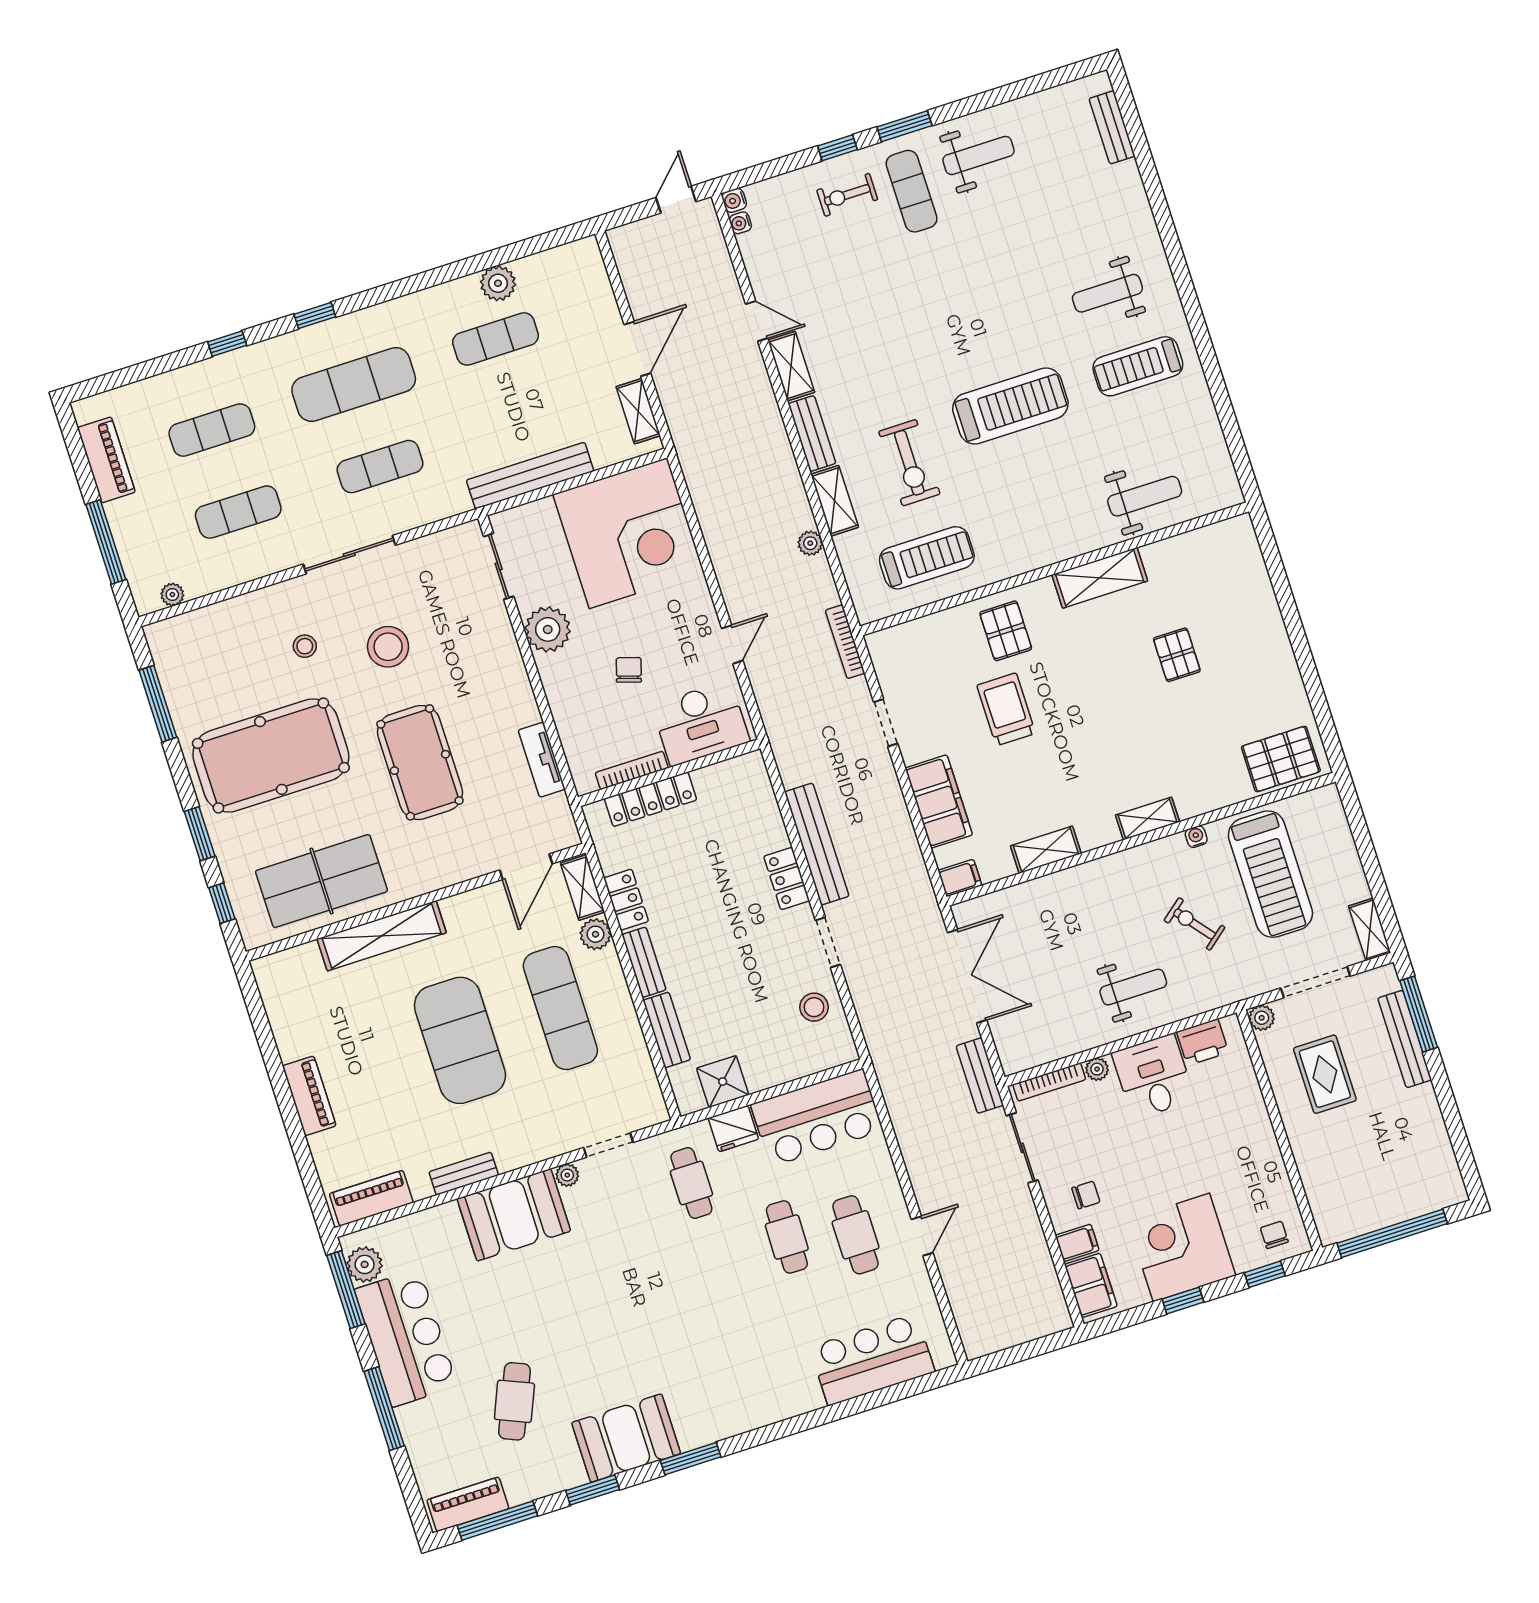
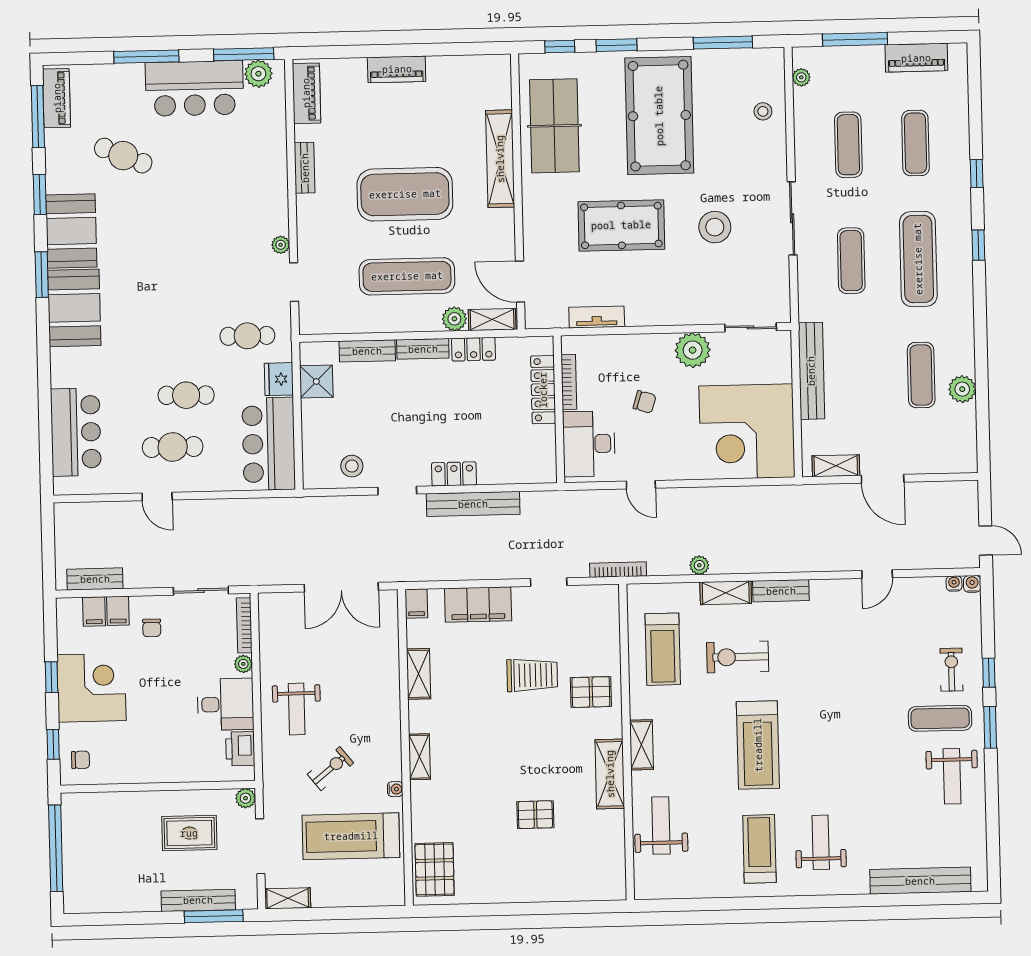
bench: (1112, 127) -> (920, 881), width x1.86, depth x1.21
shelving: (791, 366) -> (641, 745), moved, turned 90
weight bench: (1145, 496) -> (661, 825), turned 180
stool: (305, 646) -> (763, 111), moved
bench: (980, 1076) -> (95, 579), moved
booth: (514, 1215) -> (74, 308), moved
filing cabinet: (1091, 1285) -> (94, 611), width x0.50

